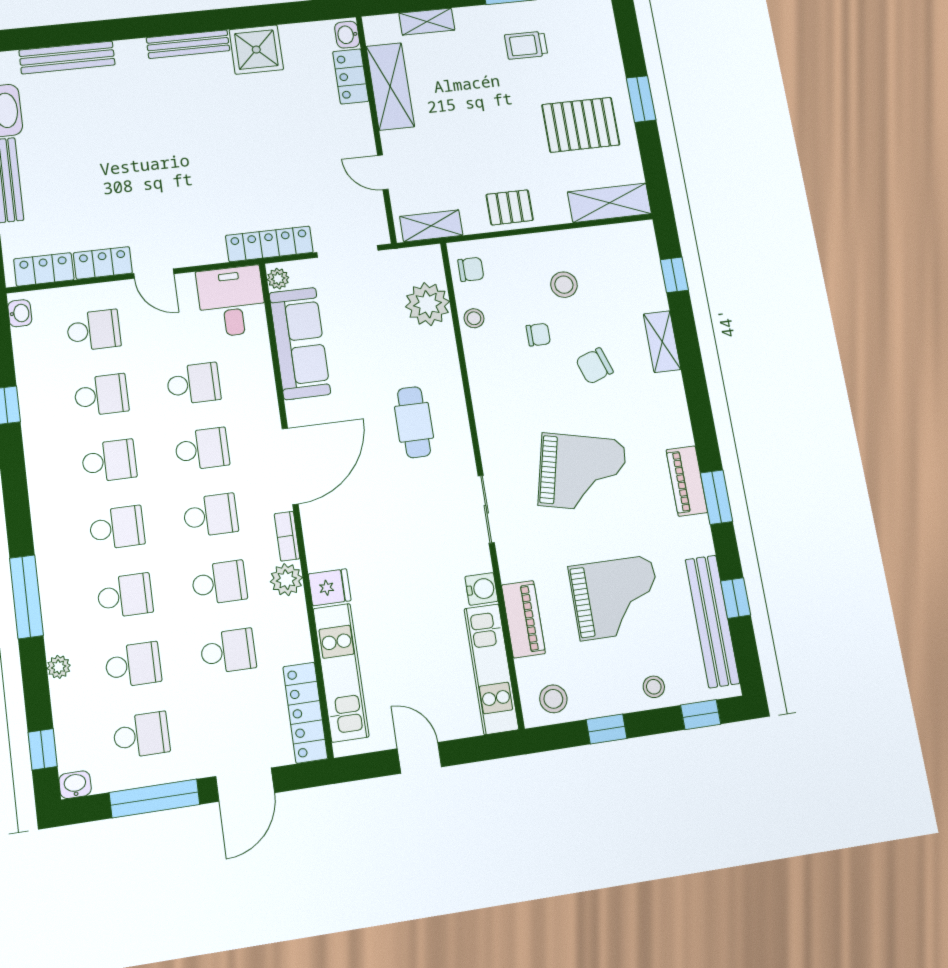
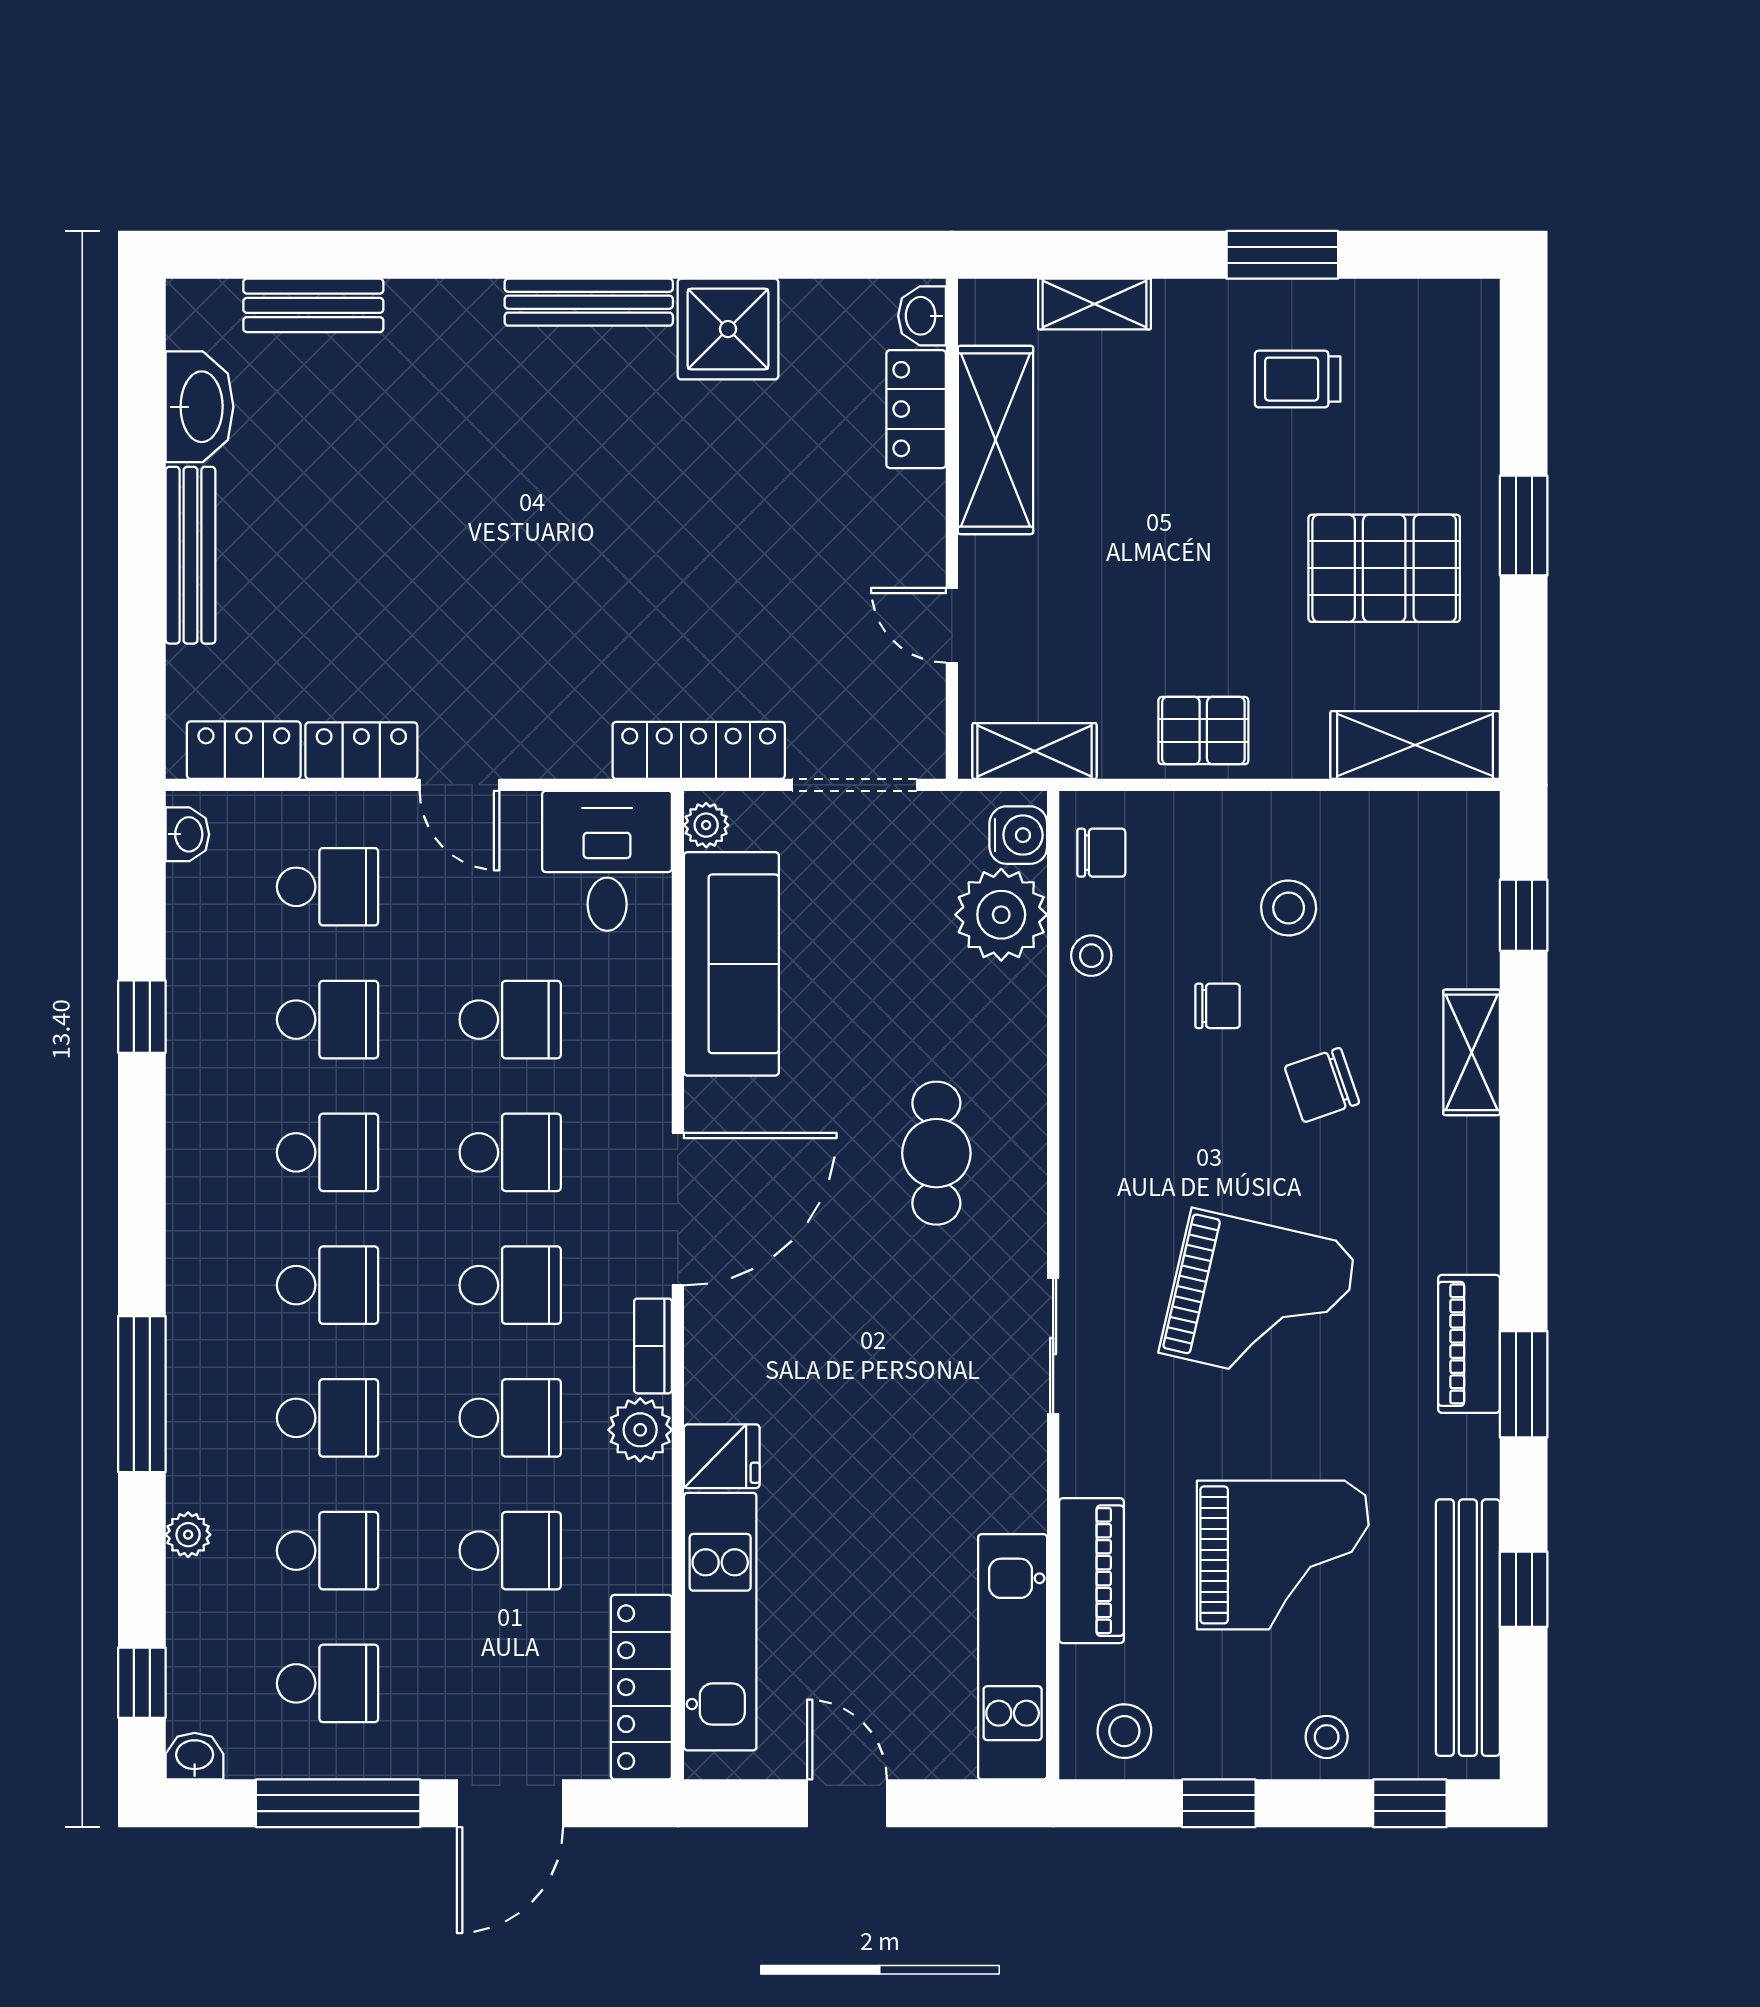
bench: (67, 57) -> (313, 305), width x0.73
water cooler: (481, 589) -> (1018, 835), moved

